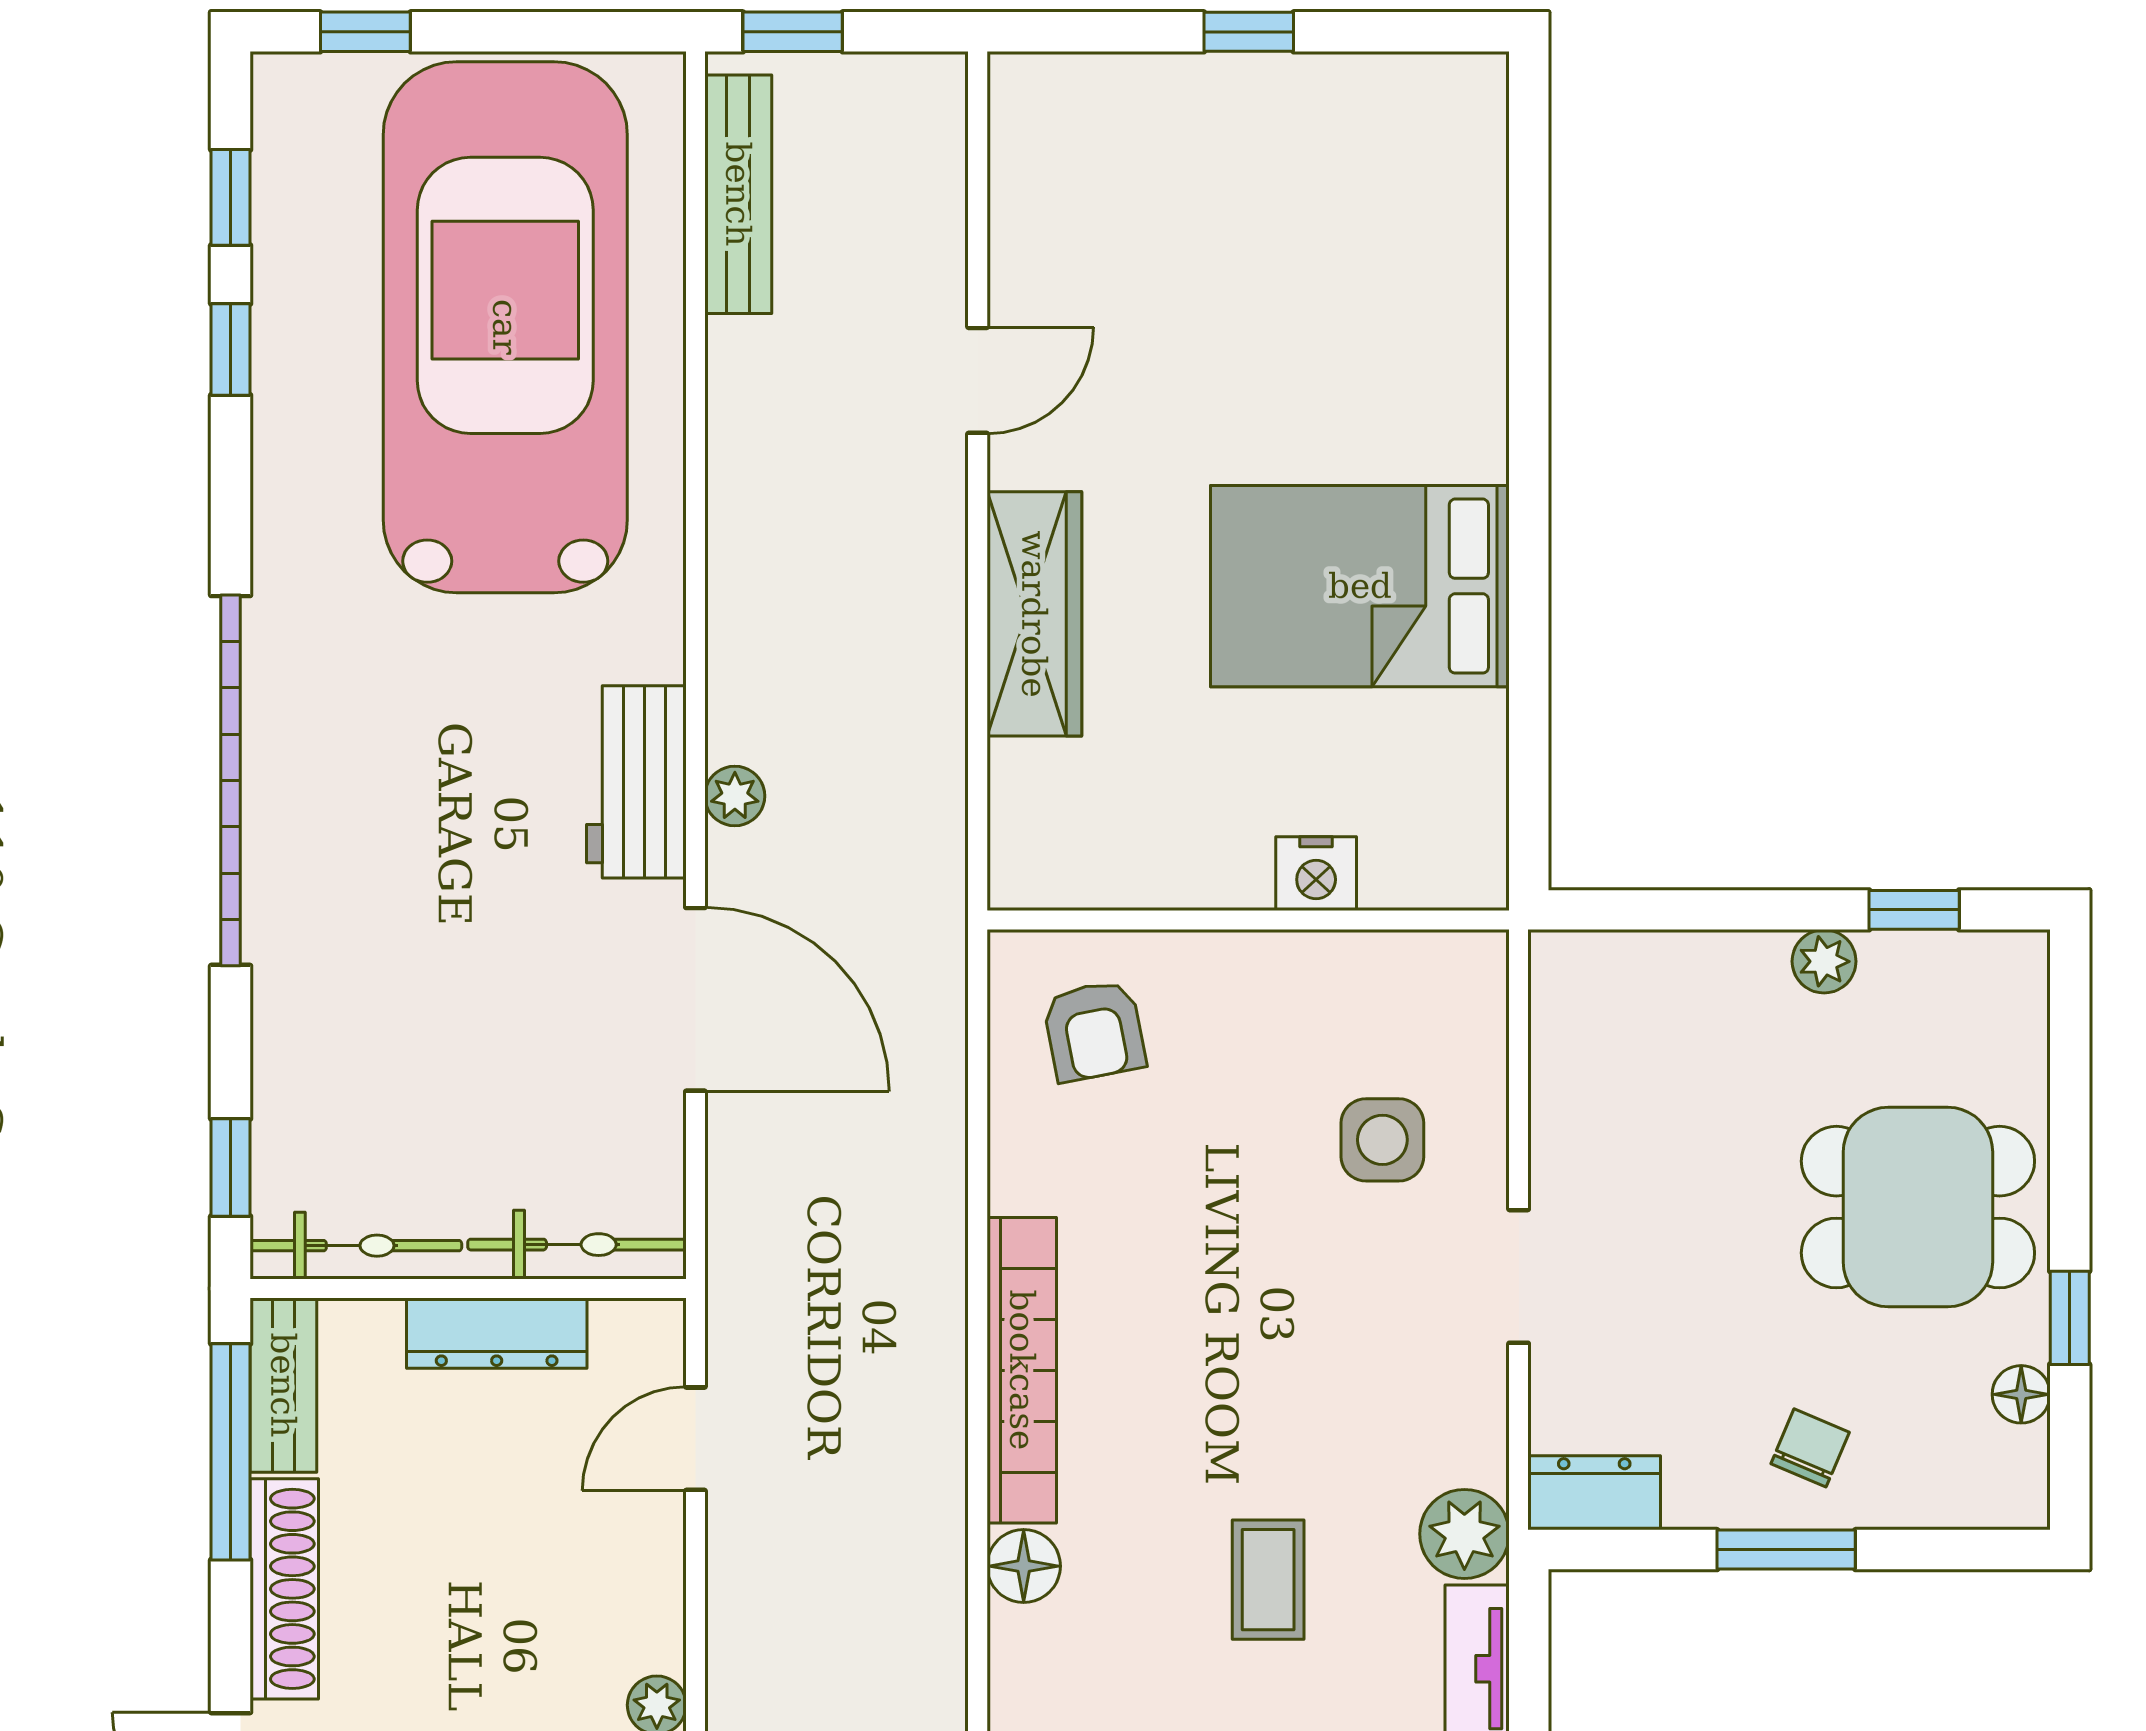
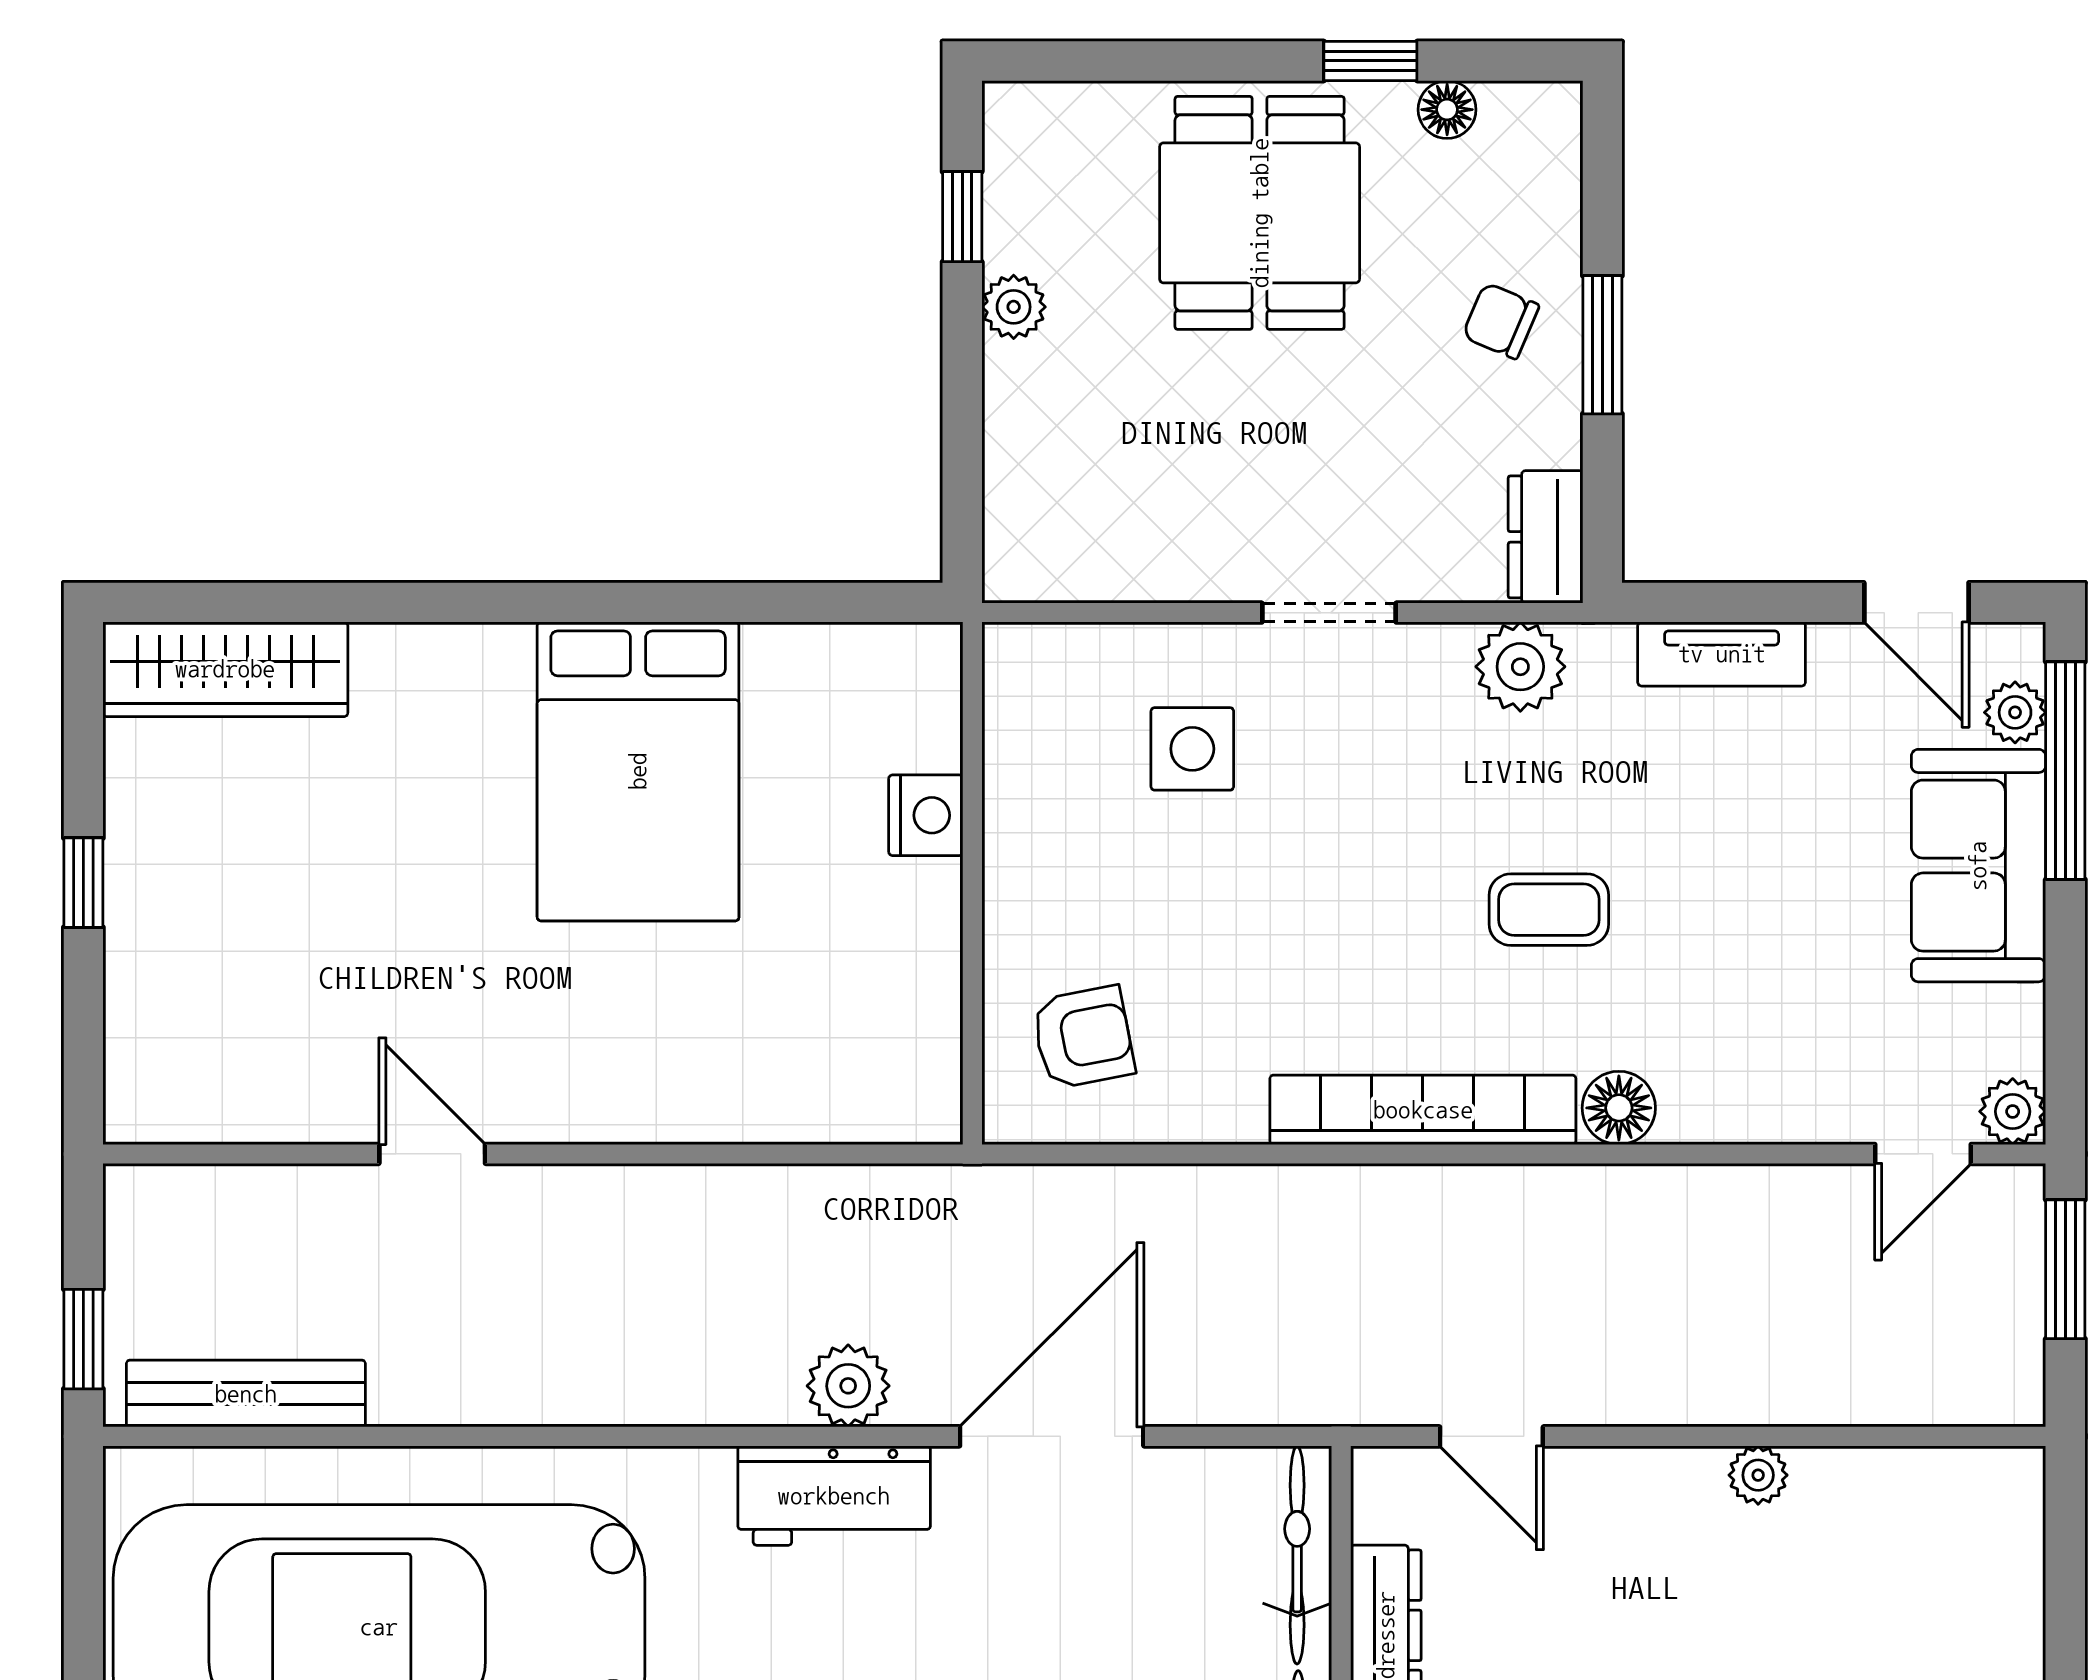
wardrobe: (1034, 614) -> (225, 669), moved, turned 180
plant: (735, 796) -> (848, 1386), width x1.38, depth x1.38
plant: (1464, 1534) -> (1520, 667), moved
coffee table: (1268, 1580) -> (1549, 910), moved

